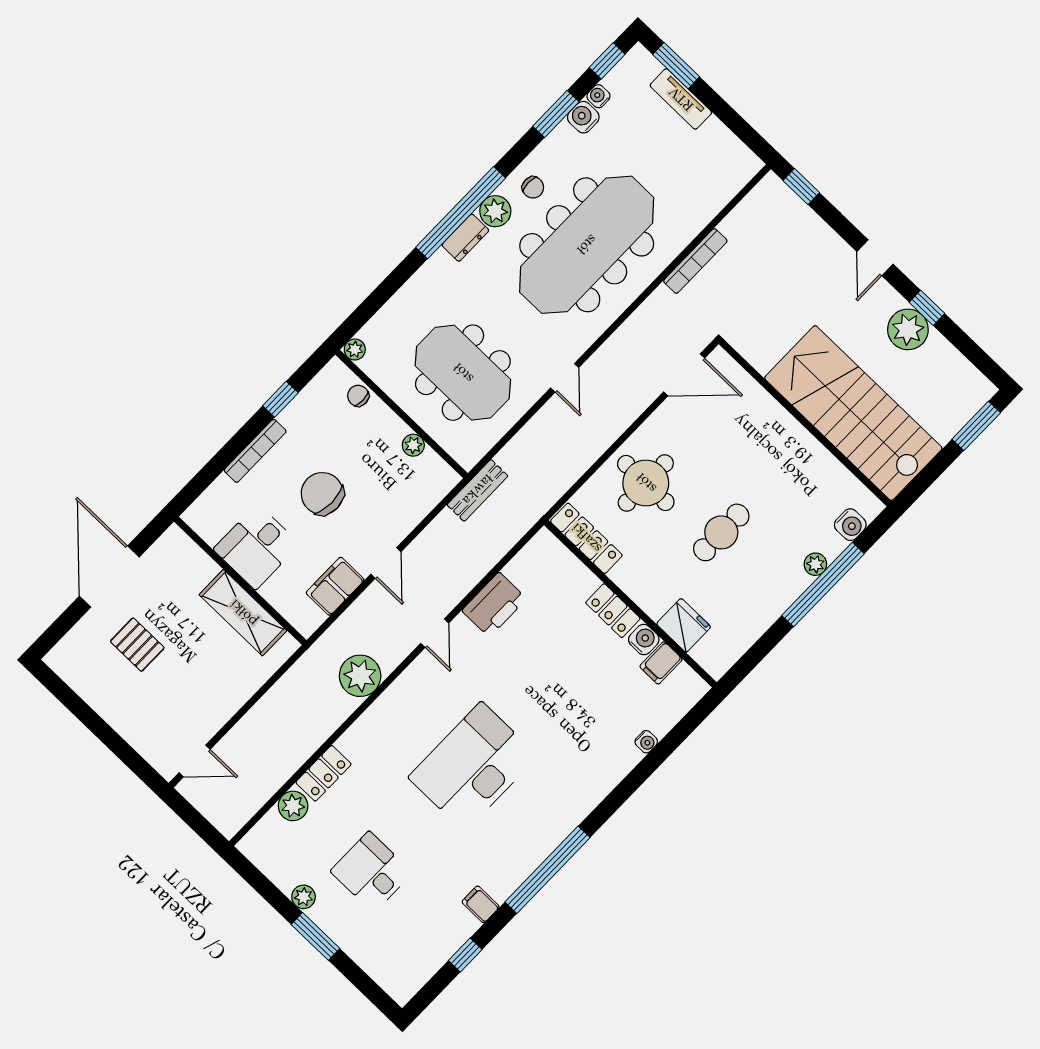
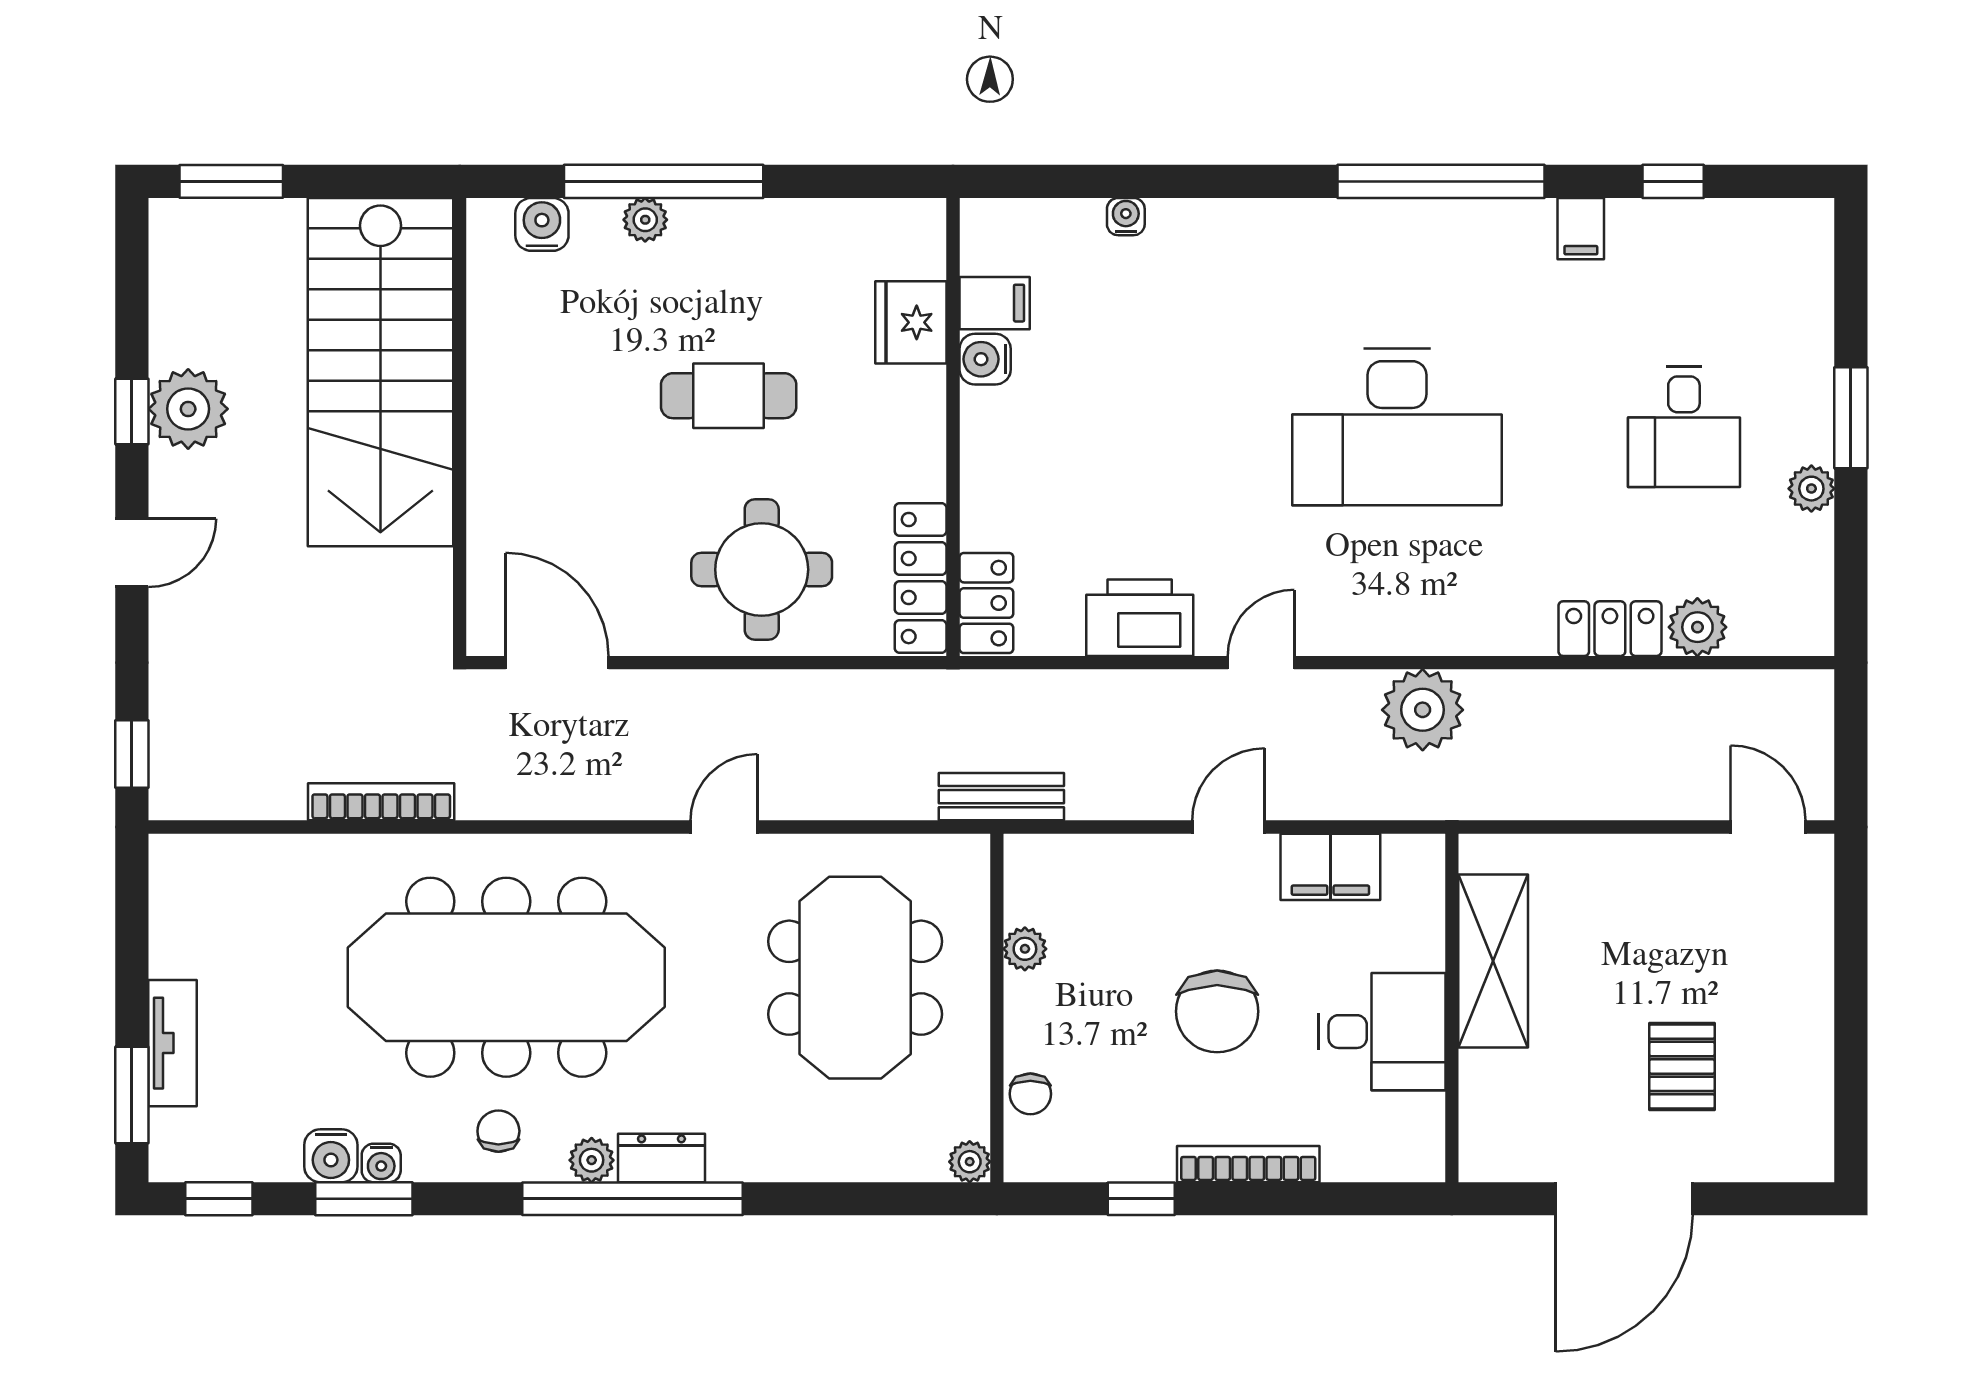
water cooler: (598, 96) -> (381, 1163), moved
plant: (495, 211) -> (592, 1160), width x0.73, depth x0.73
locker: (613, 611) -> (986, 603), moved

